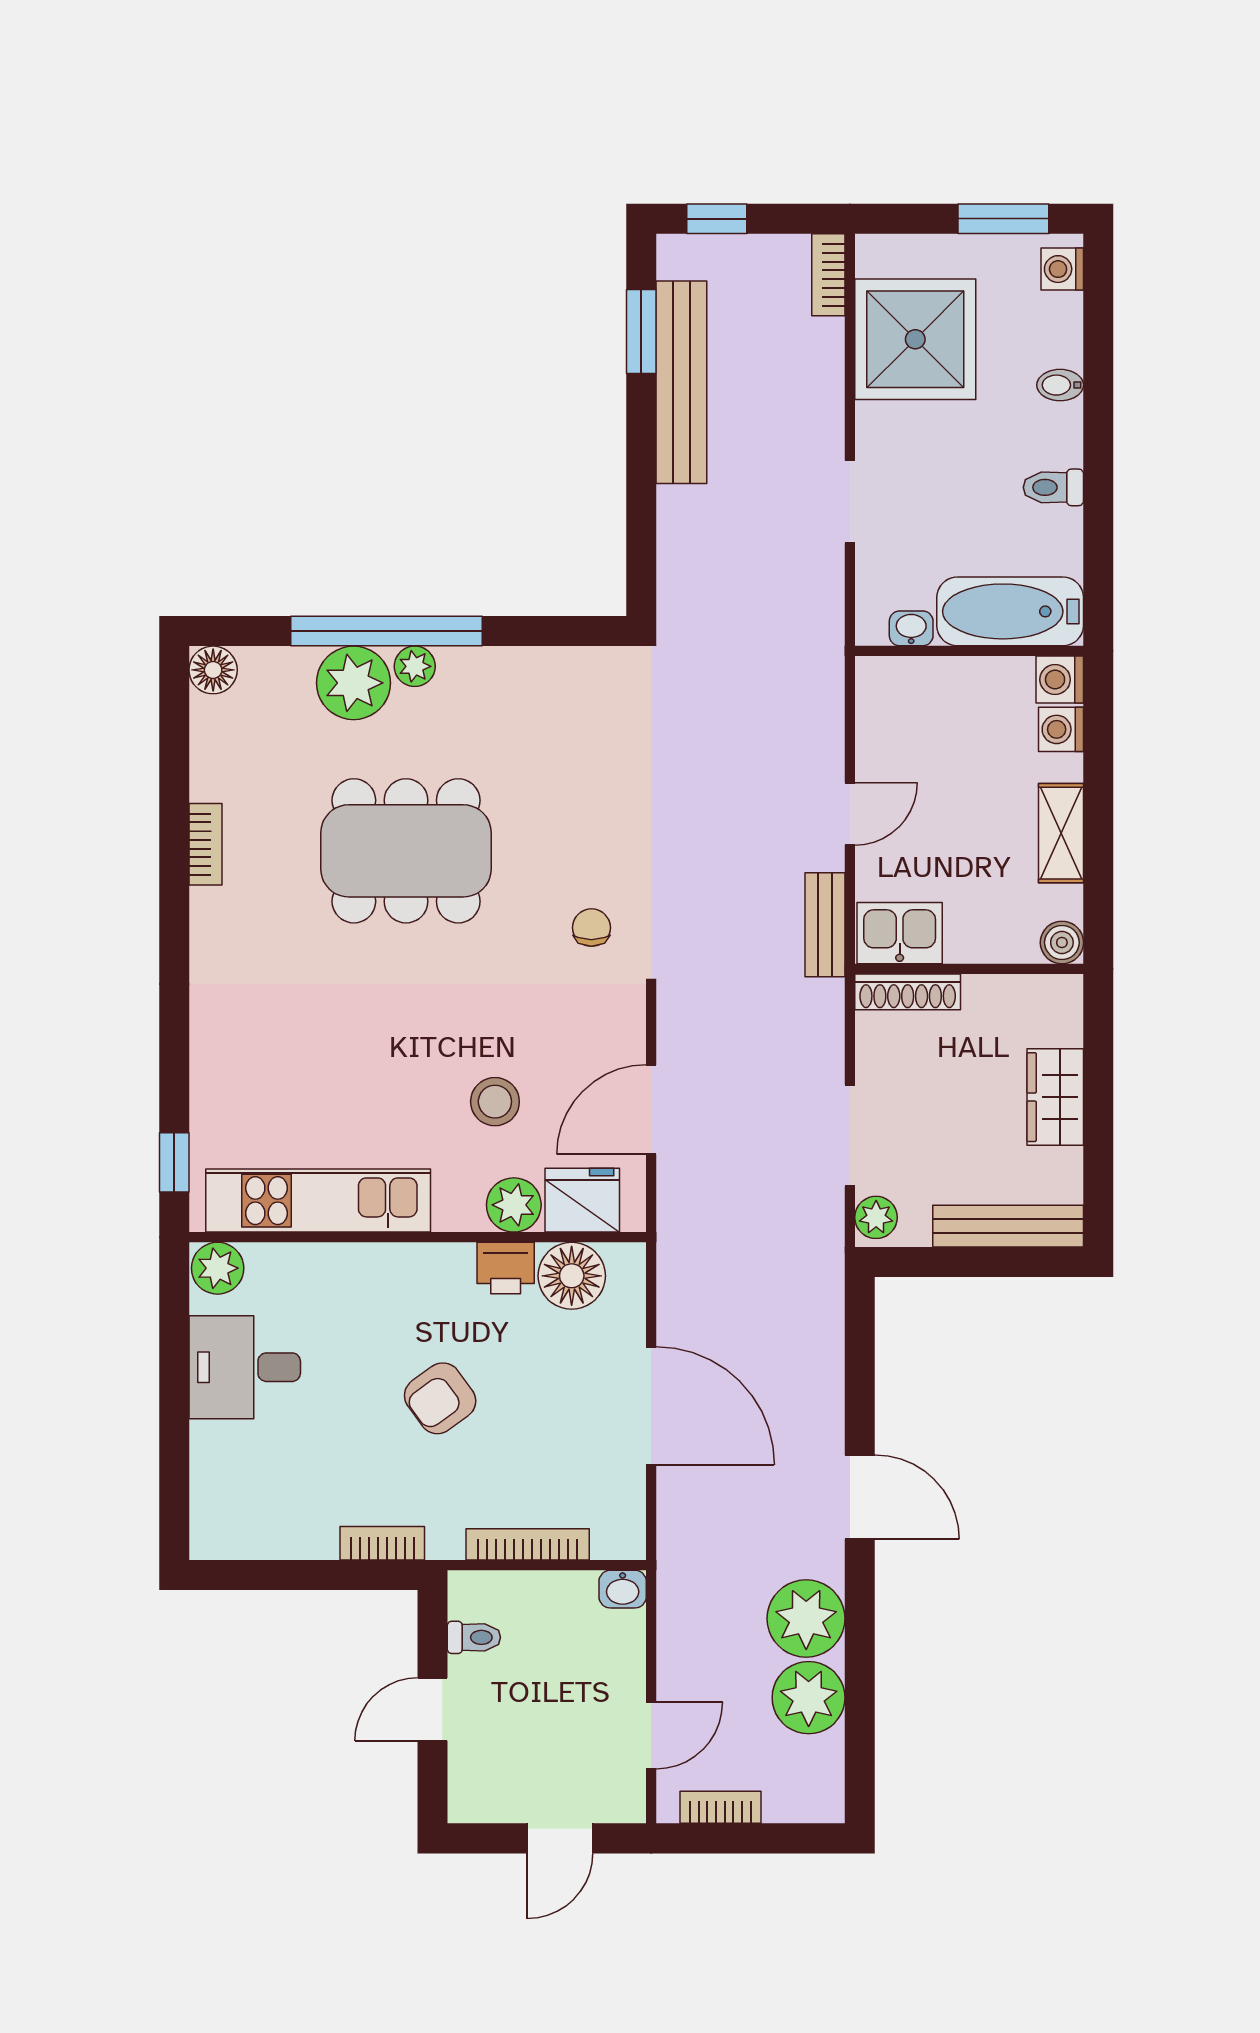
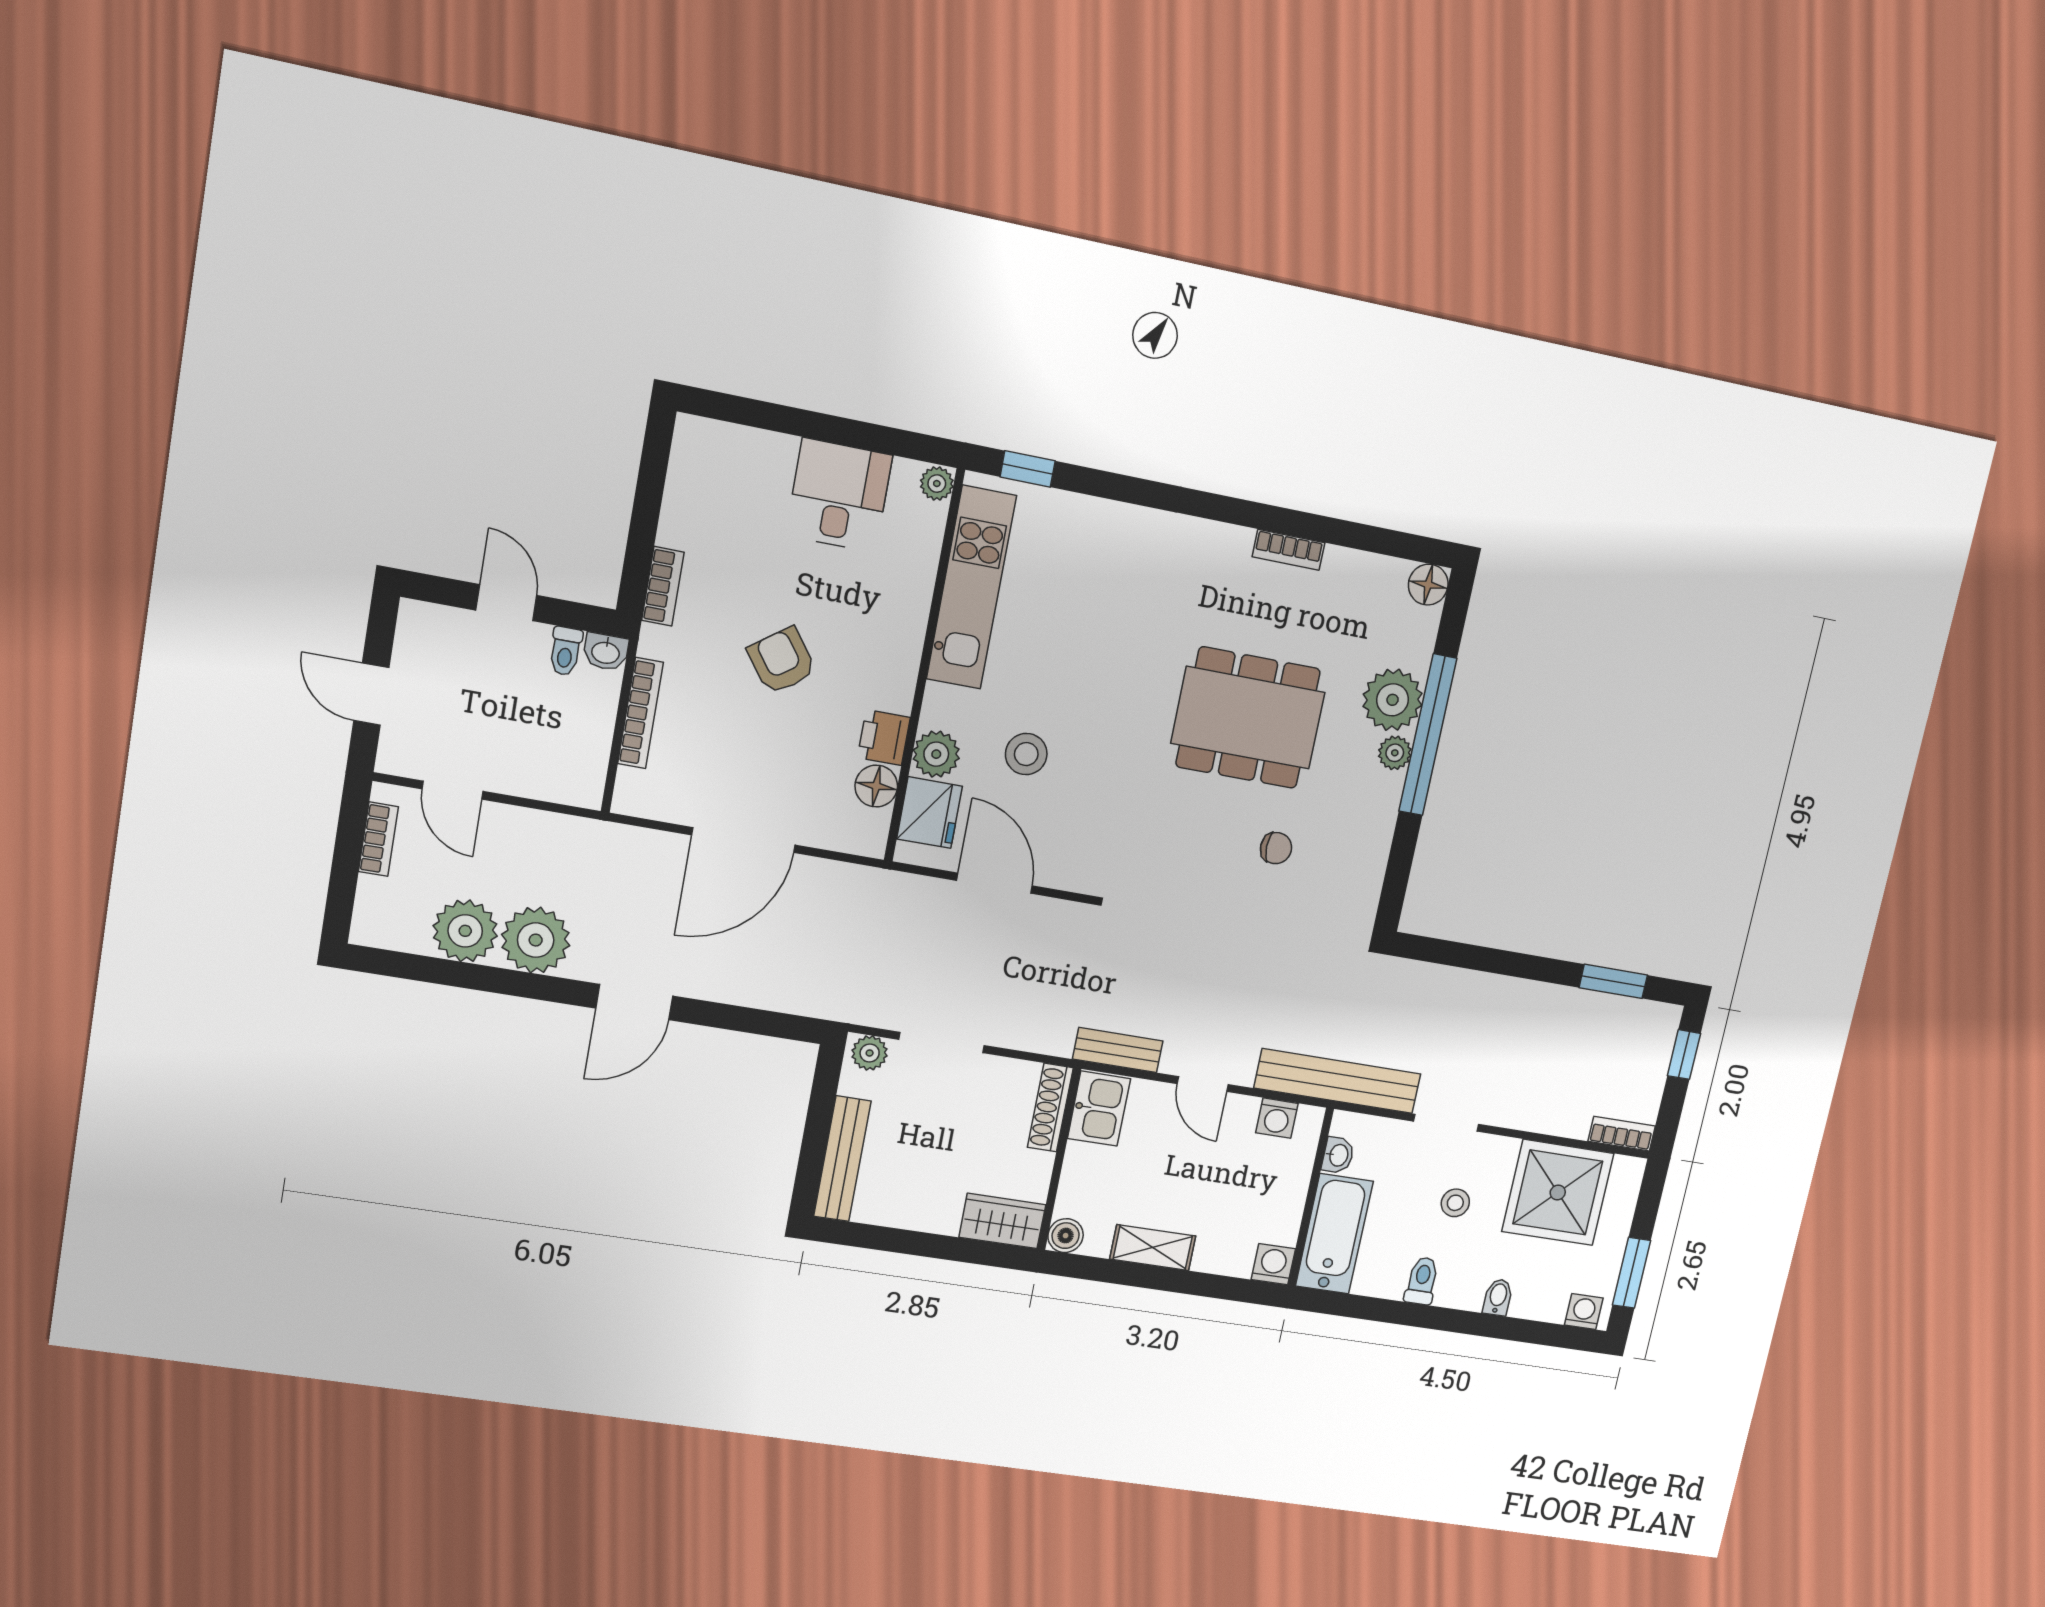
bench: (681, 382) -> (1338, 1081), moved
stool: (948, 467) -> (1455, 1203), added
washing machine: (1061, 729) -> (1277, 1118), moved, turned 180
dining table: (406, 851) -> (1248, 718), turned 90
chair: (591, 928) -> (1276, 848), moved
wardrobe: (1055, 1097) -> (1002, 1221), moved
plant: (218, 1268) -> (937, 484), width x0.73, depth x0.73
floor lamp: (572, 1276) -> (876, 786), width x0.73, depth x0.73
washbasin: (623, 1589) -> (606, 652), moved, turned -90

